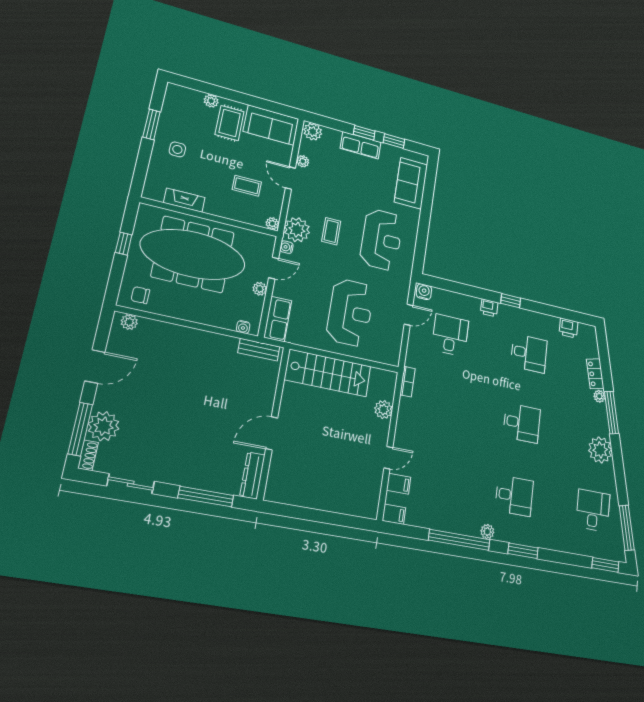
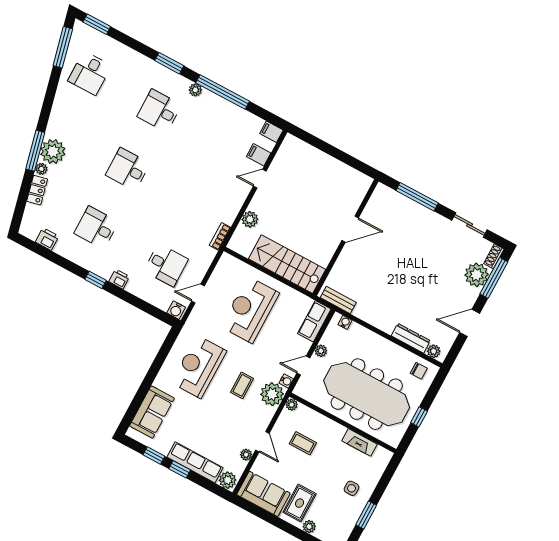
row of seats: (361, 145) -> (195, 462), width x1.48
desk: (450, 335) -> (166, 265), turned -90
plant: (600, 450) -> (53, 151), moved
dresser: (252, 475) -> (411, 338), moved, turned -90

